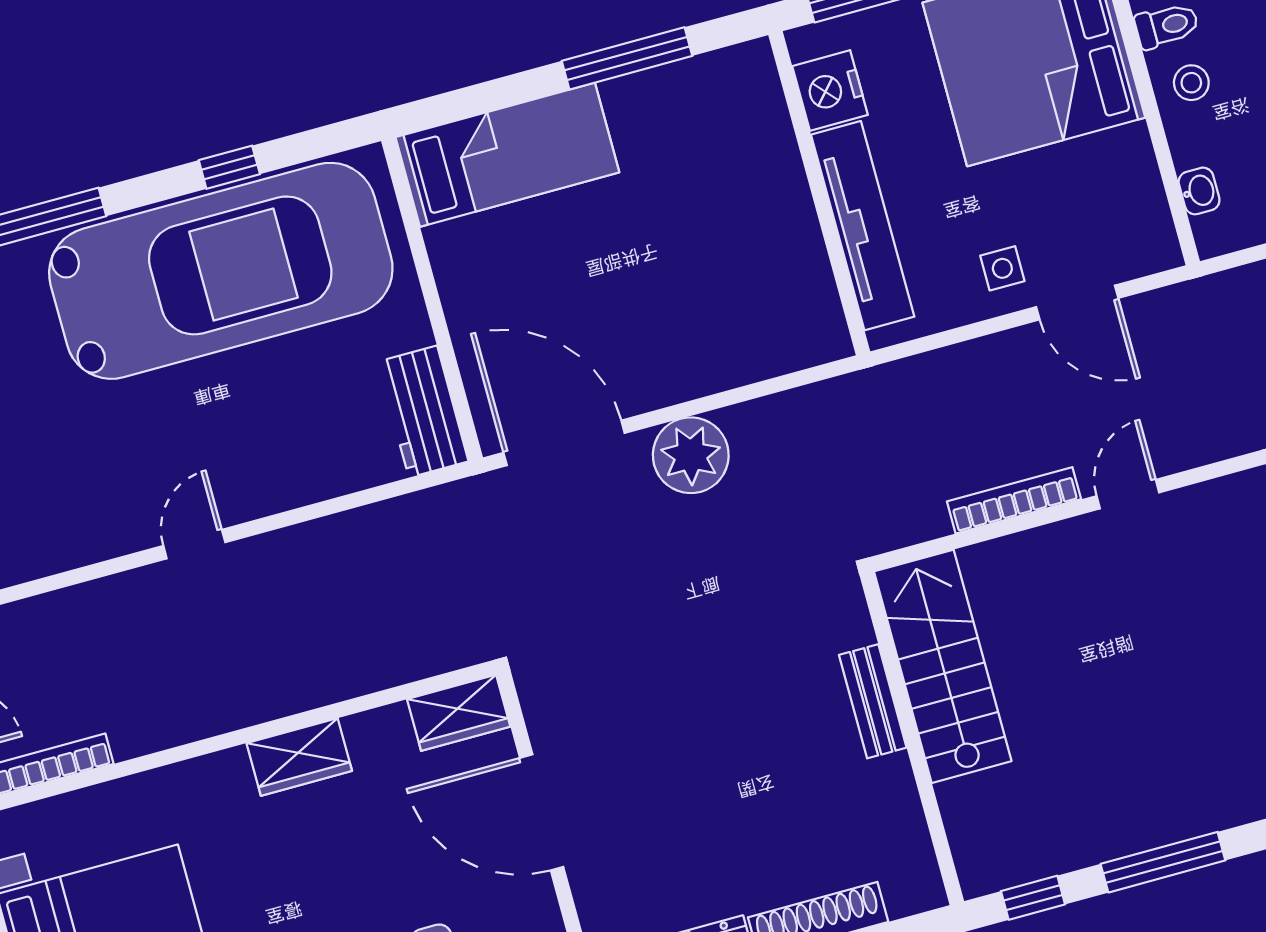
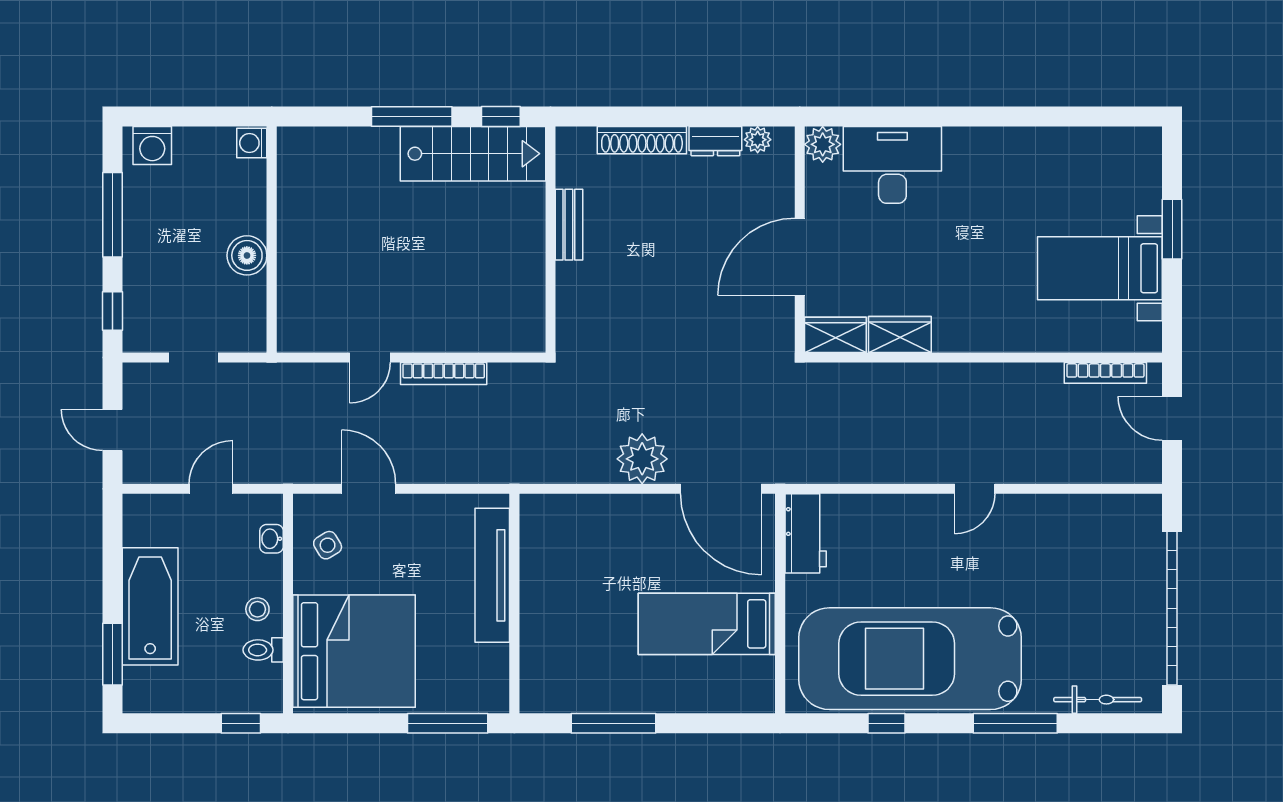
nightstand: (830, 90) -> (490, 667), removed
bed: (507, 155) -> (707, 624), moved
side table: (1002, 268) -> (328, 545), moved, turned -31
stairs: (943, 666) -> (473, 154), moved, turned -90
bench: (873, 701) -> (569, 225), moved
wardrobe: (299, 757) -> (900, 335), moved
door: (542, 812) -> (800, 257), swing flipped

